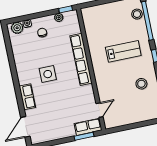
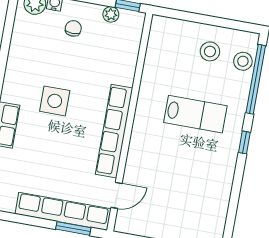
row of seats: (81, 59) -> (114, 131), moved
stool: (141, 84) -> (210, 51), moved
row of seats: (88, 127) -> (63, 211), width x2.02

